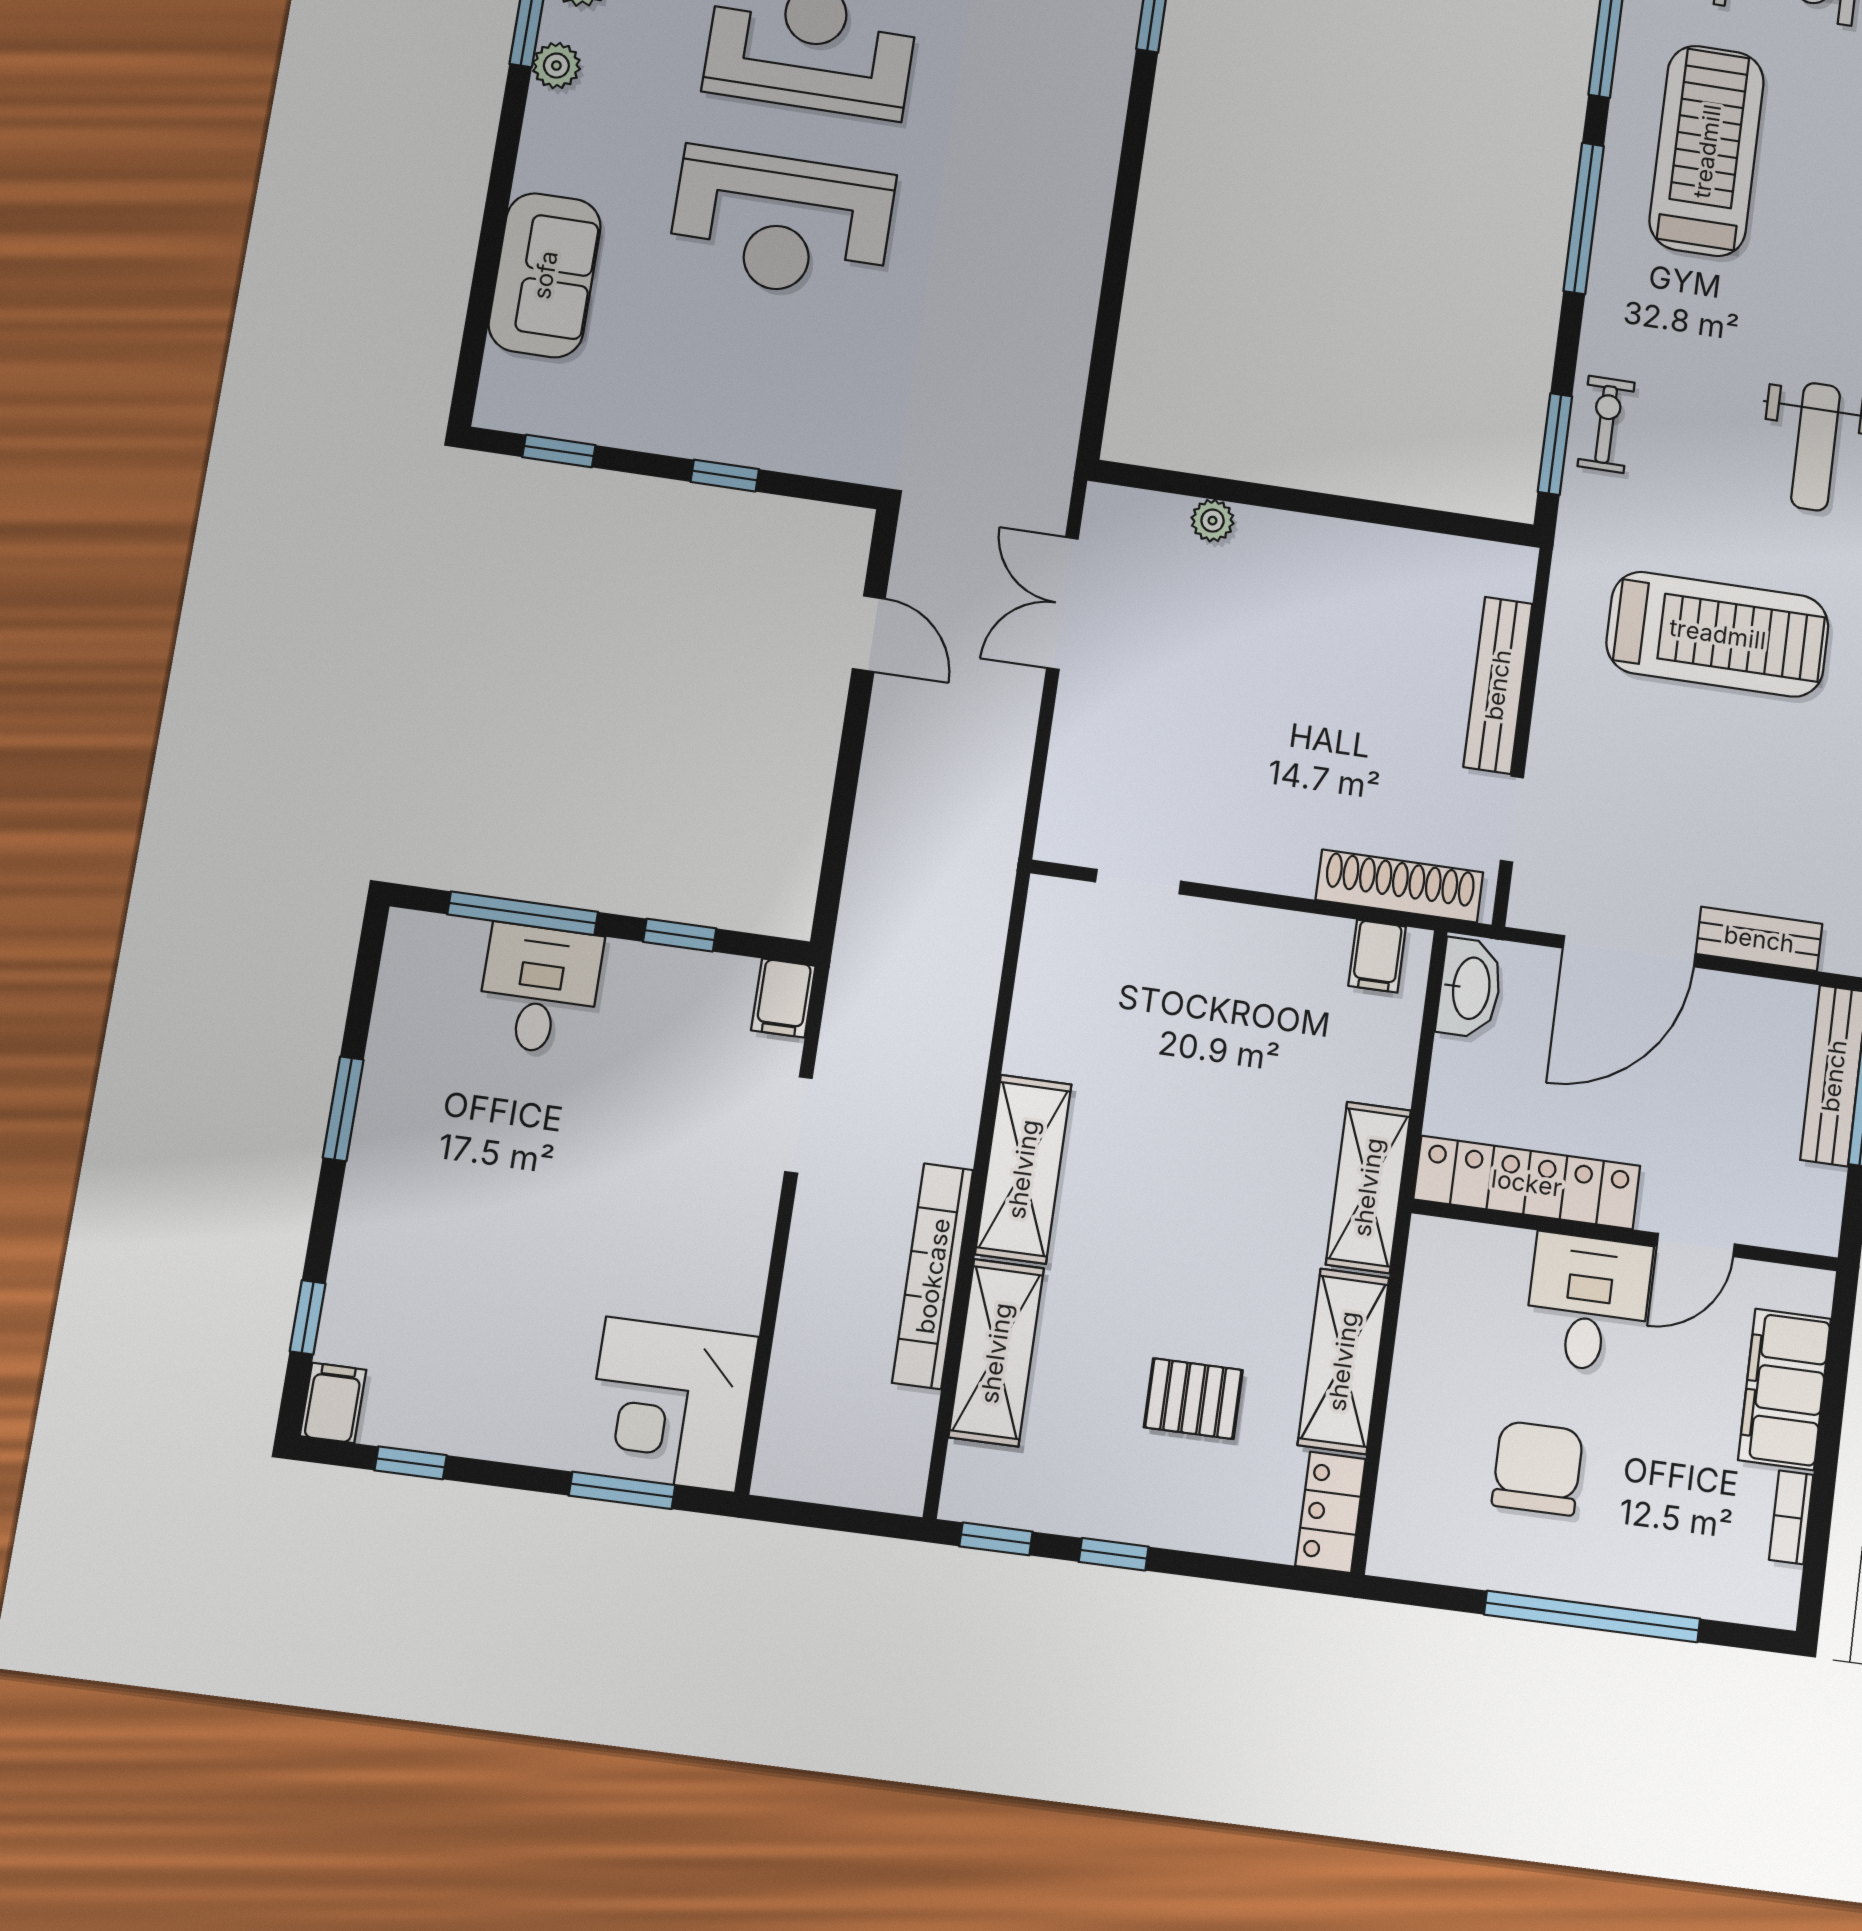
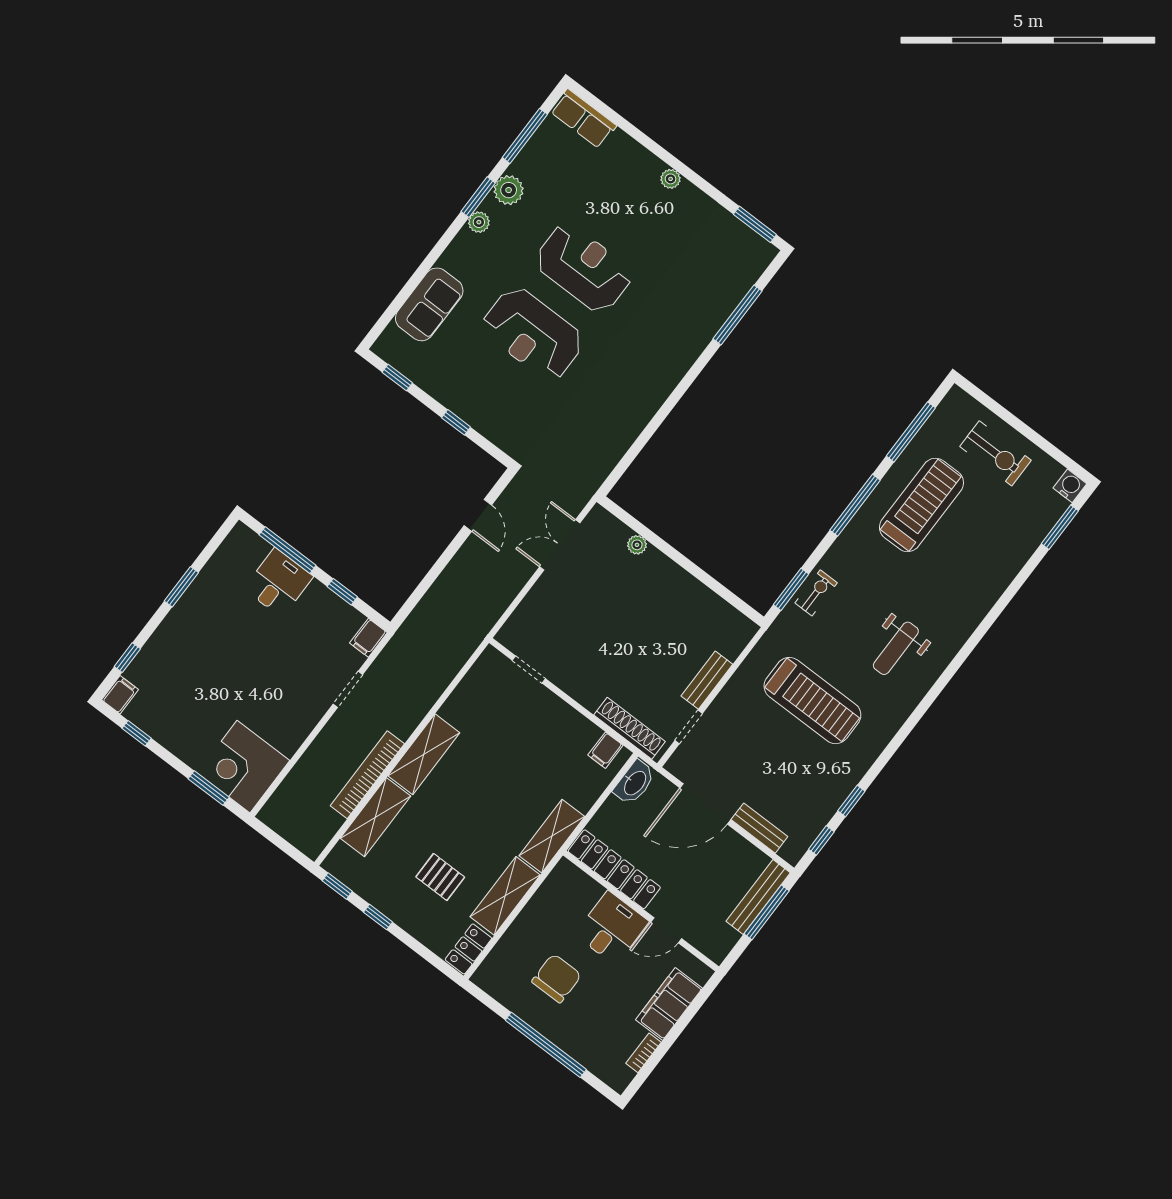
bench: (1498, 685) -> (707, 680), width x0.73

